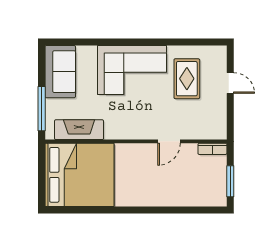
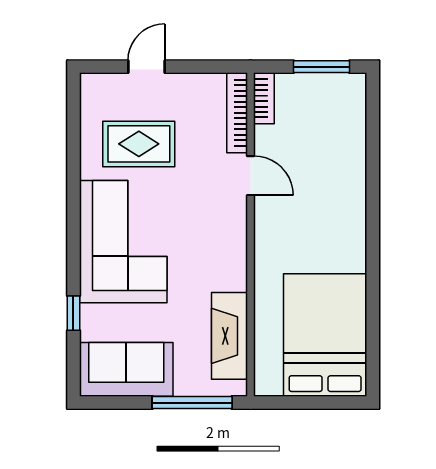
window: (92, 42) -> (73, 313), added
bookcase: (204, 134) -> (237, 113), added
bed: (79, 175) -> (325, 335), width x0.73

